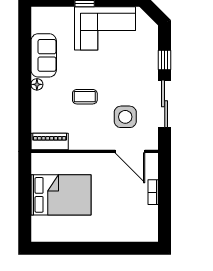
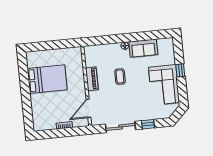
side table: (125, 117) -> (110, 103), removed
piano: (50, 141) -> (92, 79), moved
bed: (61, 195) -> (47, 79), moved, turned -90

